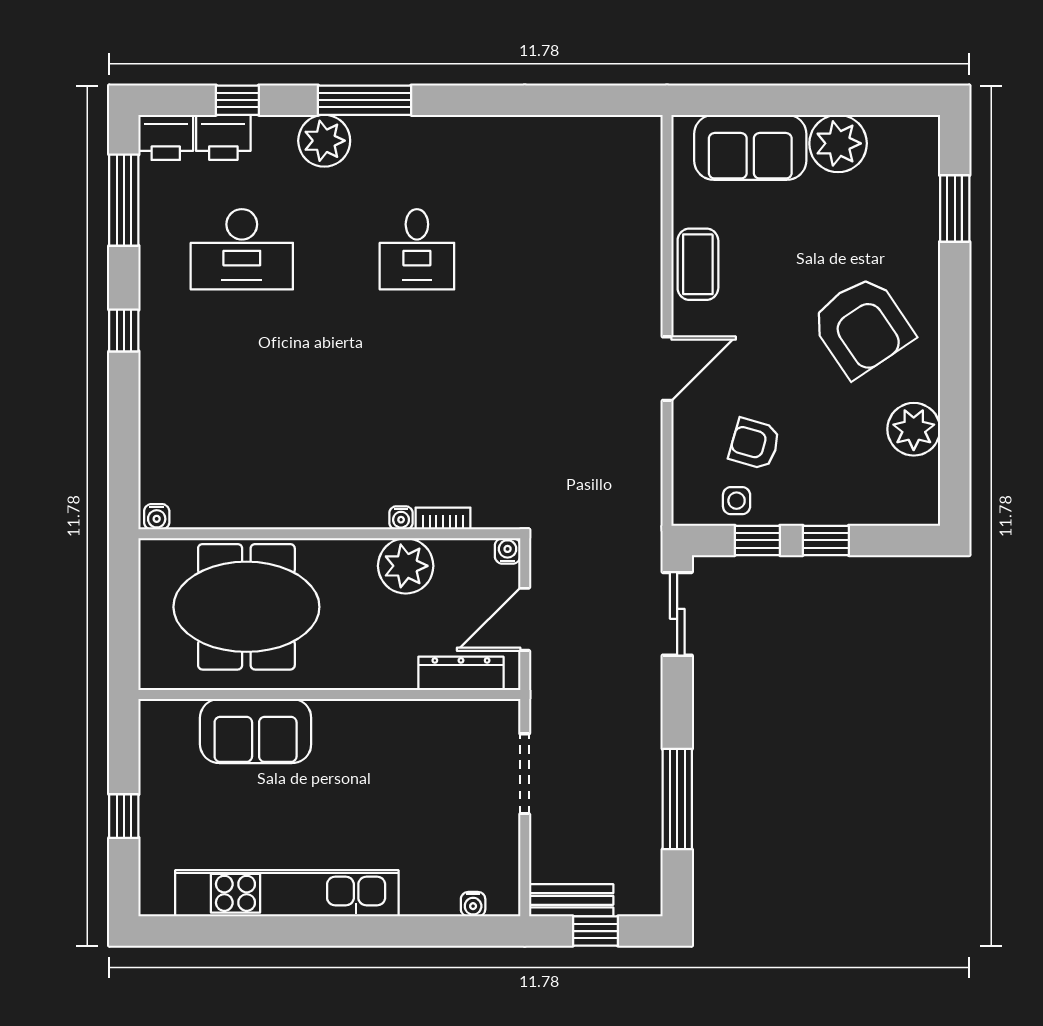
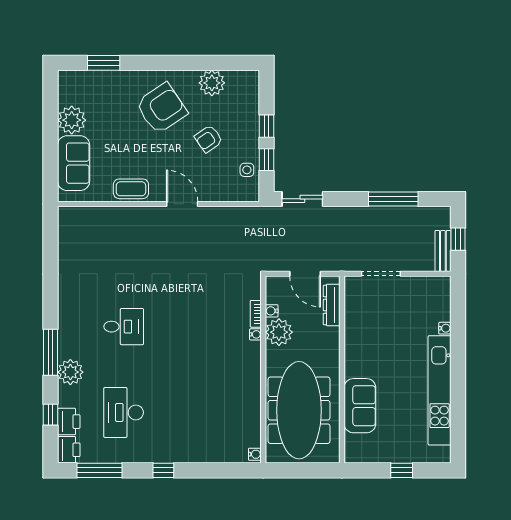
desk: (242, 249) -> (124, 412), turned 180
armchair: (755, 444) -> (209, 139), moved, turned 39
water cooler: (508, 551) -> (272, 311), moved
meeting table: (246, 607) -> (299, 410), width x1.36
water cooler: (473, 904) -> (445, 328), moved

